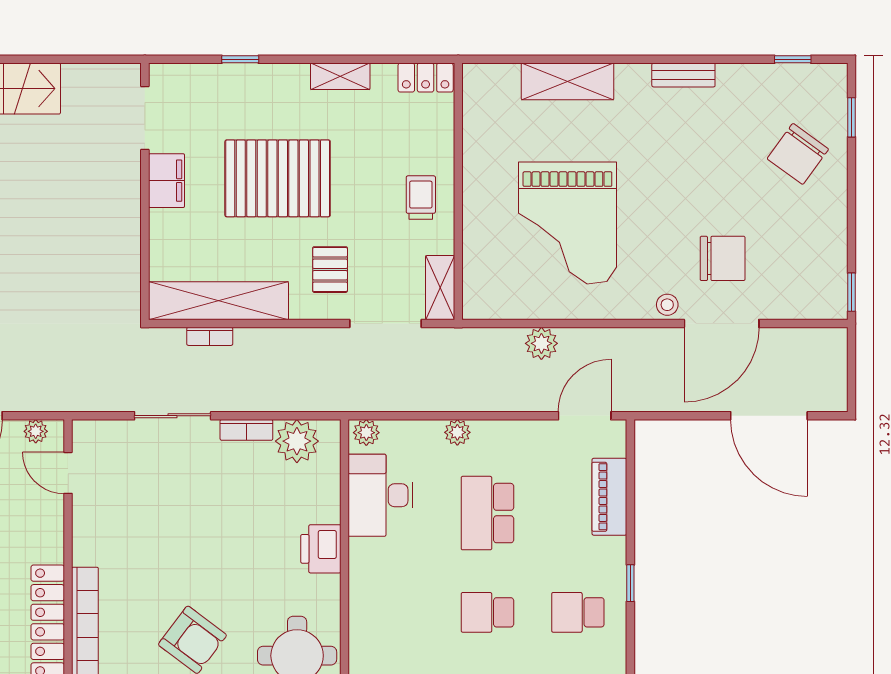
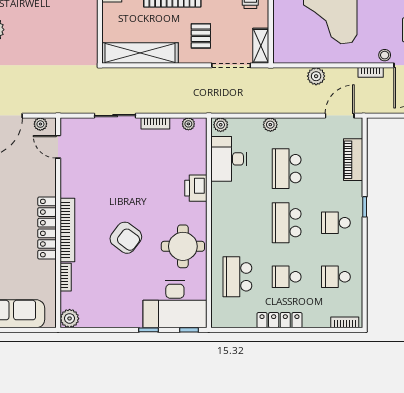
bookcase: (210, 336) -> (371, 72), moved
plant: (297, 441) -> (188, 124), width x0.53, depth x0.53
school desk: (487, 612) -> (287, 223), width x1.85

